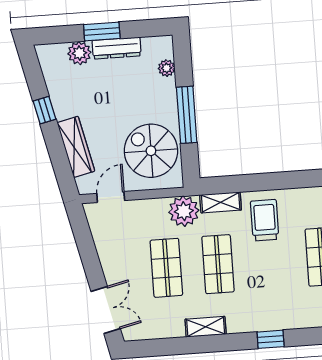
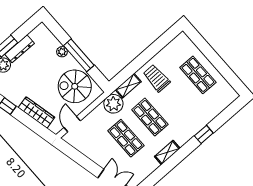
plant: (167, 68) -> (62, 52), moved

